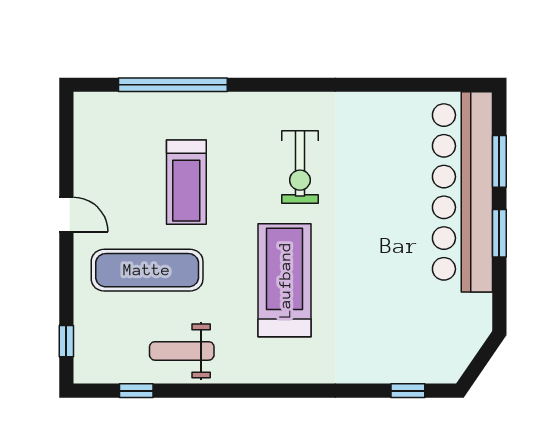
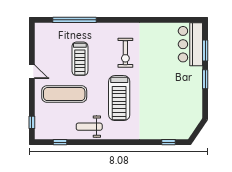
bar counter: (463, 192) -> (190, 44), width x0.54
treadmill: (285, 280) -> (119, 98), turned 180
weight bench: (182, 351) -> (89, 127), moved

